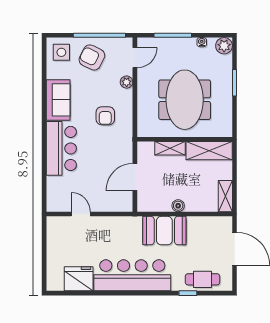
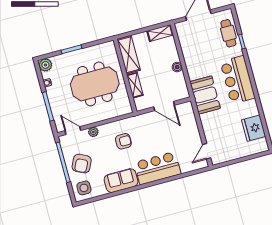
door: (81, 214) -> (207, 151), moved
booth: (164, 231) -> (205, 95), moved
bar counter: (132, 275) -> (238, 80), width x0.73

